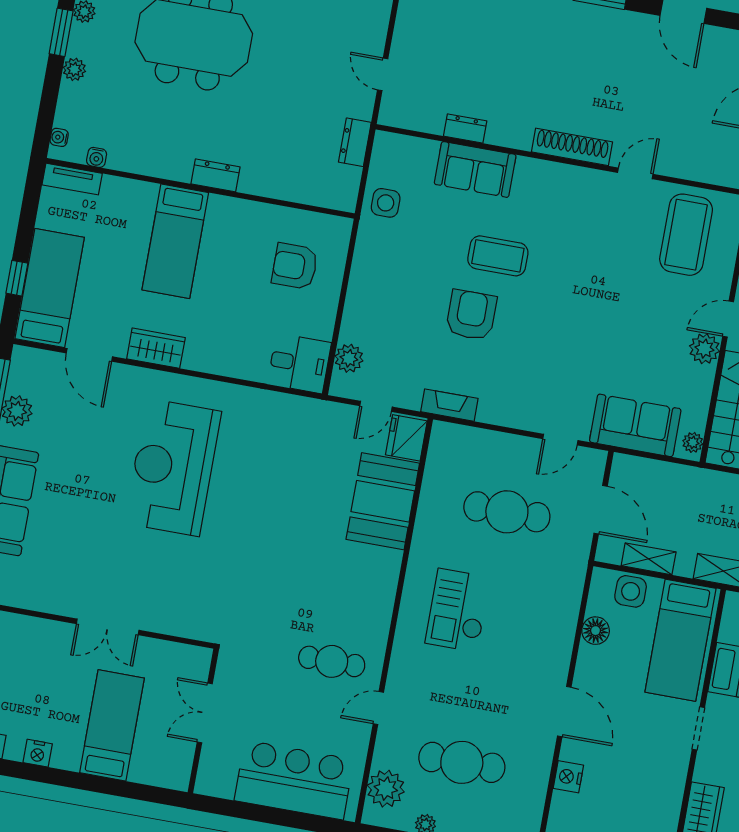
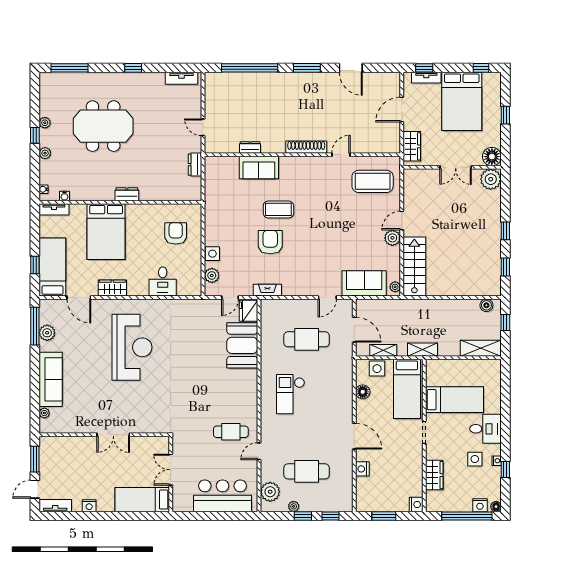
window: (61, 32) -> (35, 135), width x0.67
side table: (386, 203) -> (212, 254), moved
coffee table: (686, 235) -> (373, 181), turned 90
bed: (175, 241) -> (106, 232), width x1.50
armchair: (295, 266) -> (176, 233), turned 90
desk: (299, 363) -> (163, 282), moved, turned 90
reception desk: (173, 467) -> (132, 347), turned 180
bed: (112, 725) -> (142, 500), moved, turned -90

